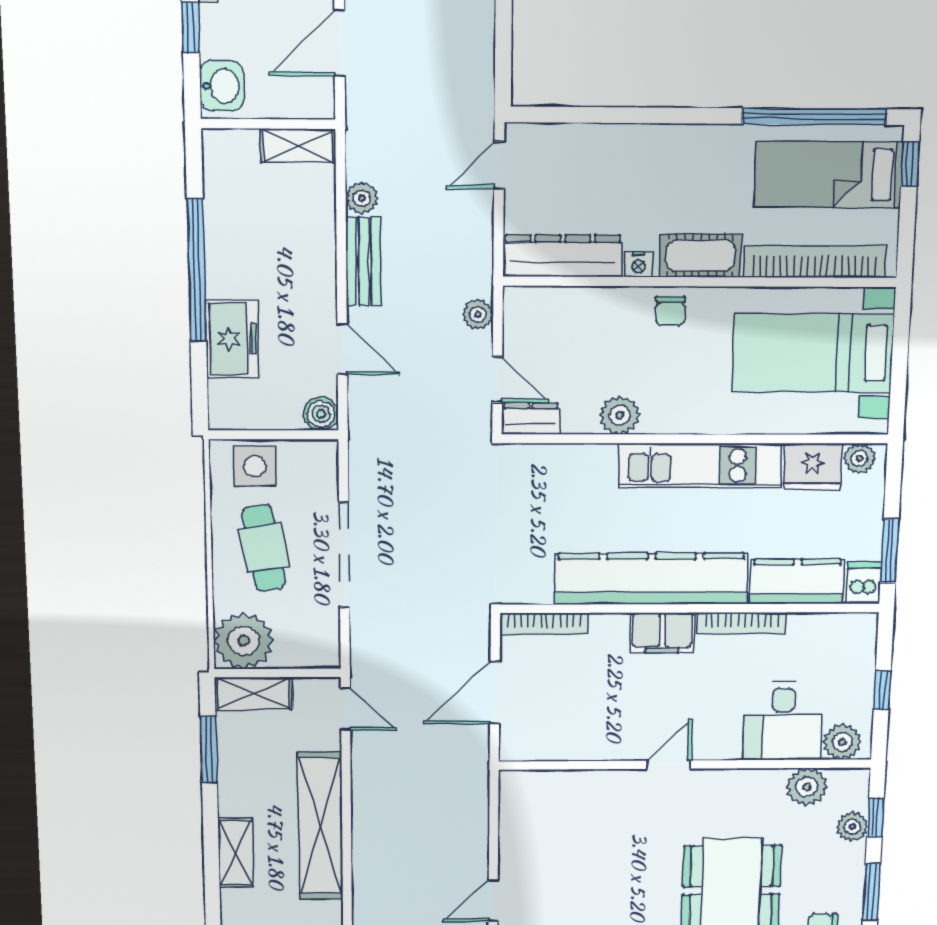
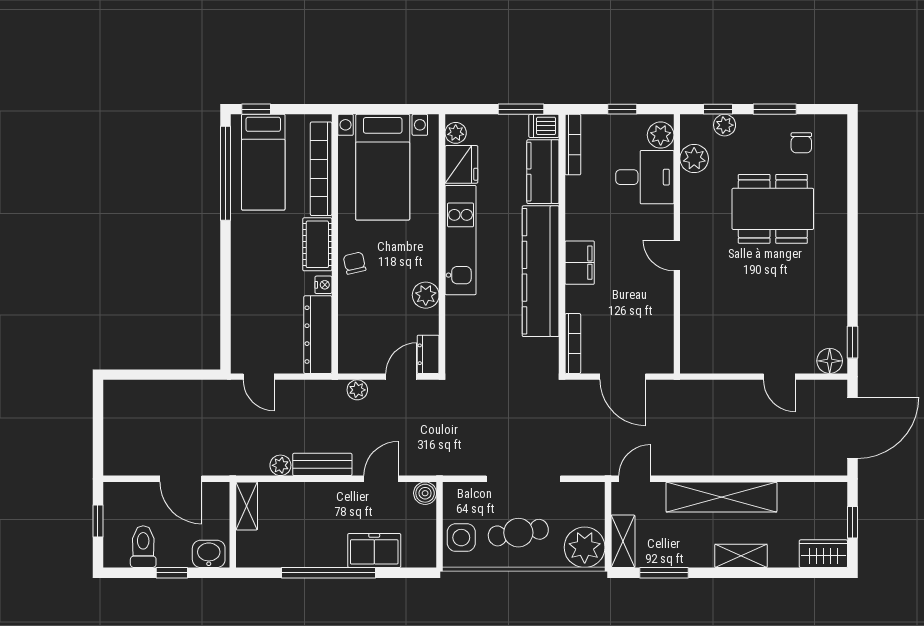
chair: (670, 311) -> (355, 263), turned -103
bookcase: (742, 623) -> (573, 145), moved

